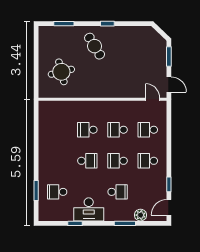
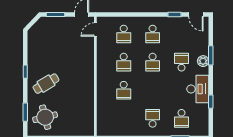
round table: (61, 72) -> (45, 117), moved
school desk: (87, 161) -> (153, 118), moved
plant: (140, 215) -> (203, 61), moved

